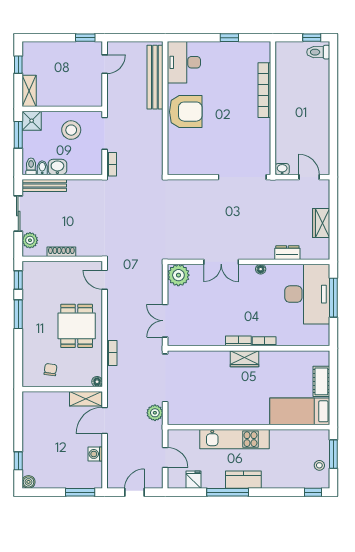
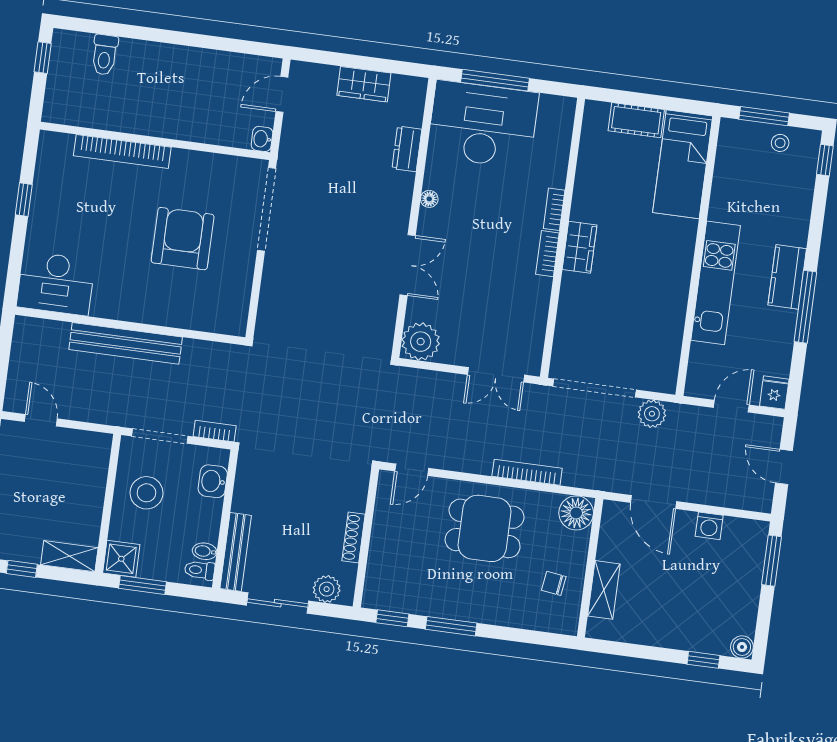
toilet: (318, 52) -> (105, 55), moved
bench: (155, 77) -> (126, 343), moved
armchair: (186, 112) -> (183, 239), moved
washbasin: (57, 167) -> (213, 481), moved
bookcase: (112, 353) -> (527, 472), width x1.56
floor lamp: (97, 382) -> (576, 513), width x1.89, depth x1.89
shelving: (86, 399) -> (604, 590), moved
fridge: (194, 480) -> (774, 393), moved, turned 90

